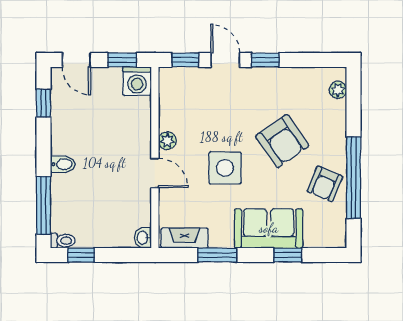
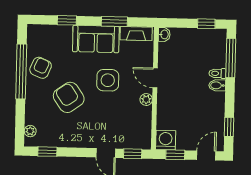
door: (76, 60) -> (206, 155), hinge flipped
window: (265, 60) -> (47, 152), moved
sofa: (269, 228) -> (96, 39), moved
toilet: (63, 241) -> (217, 73), moved

